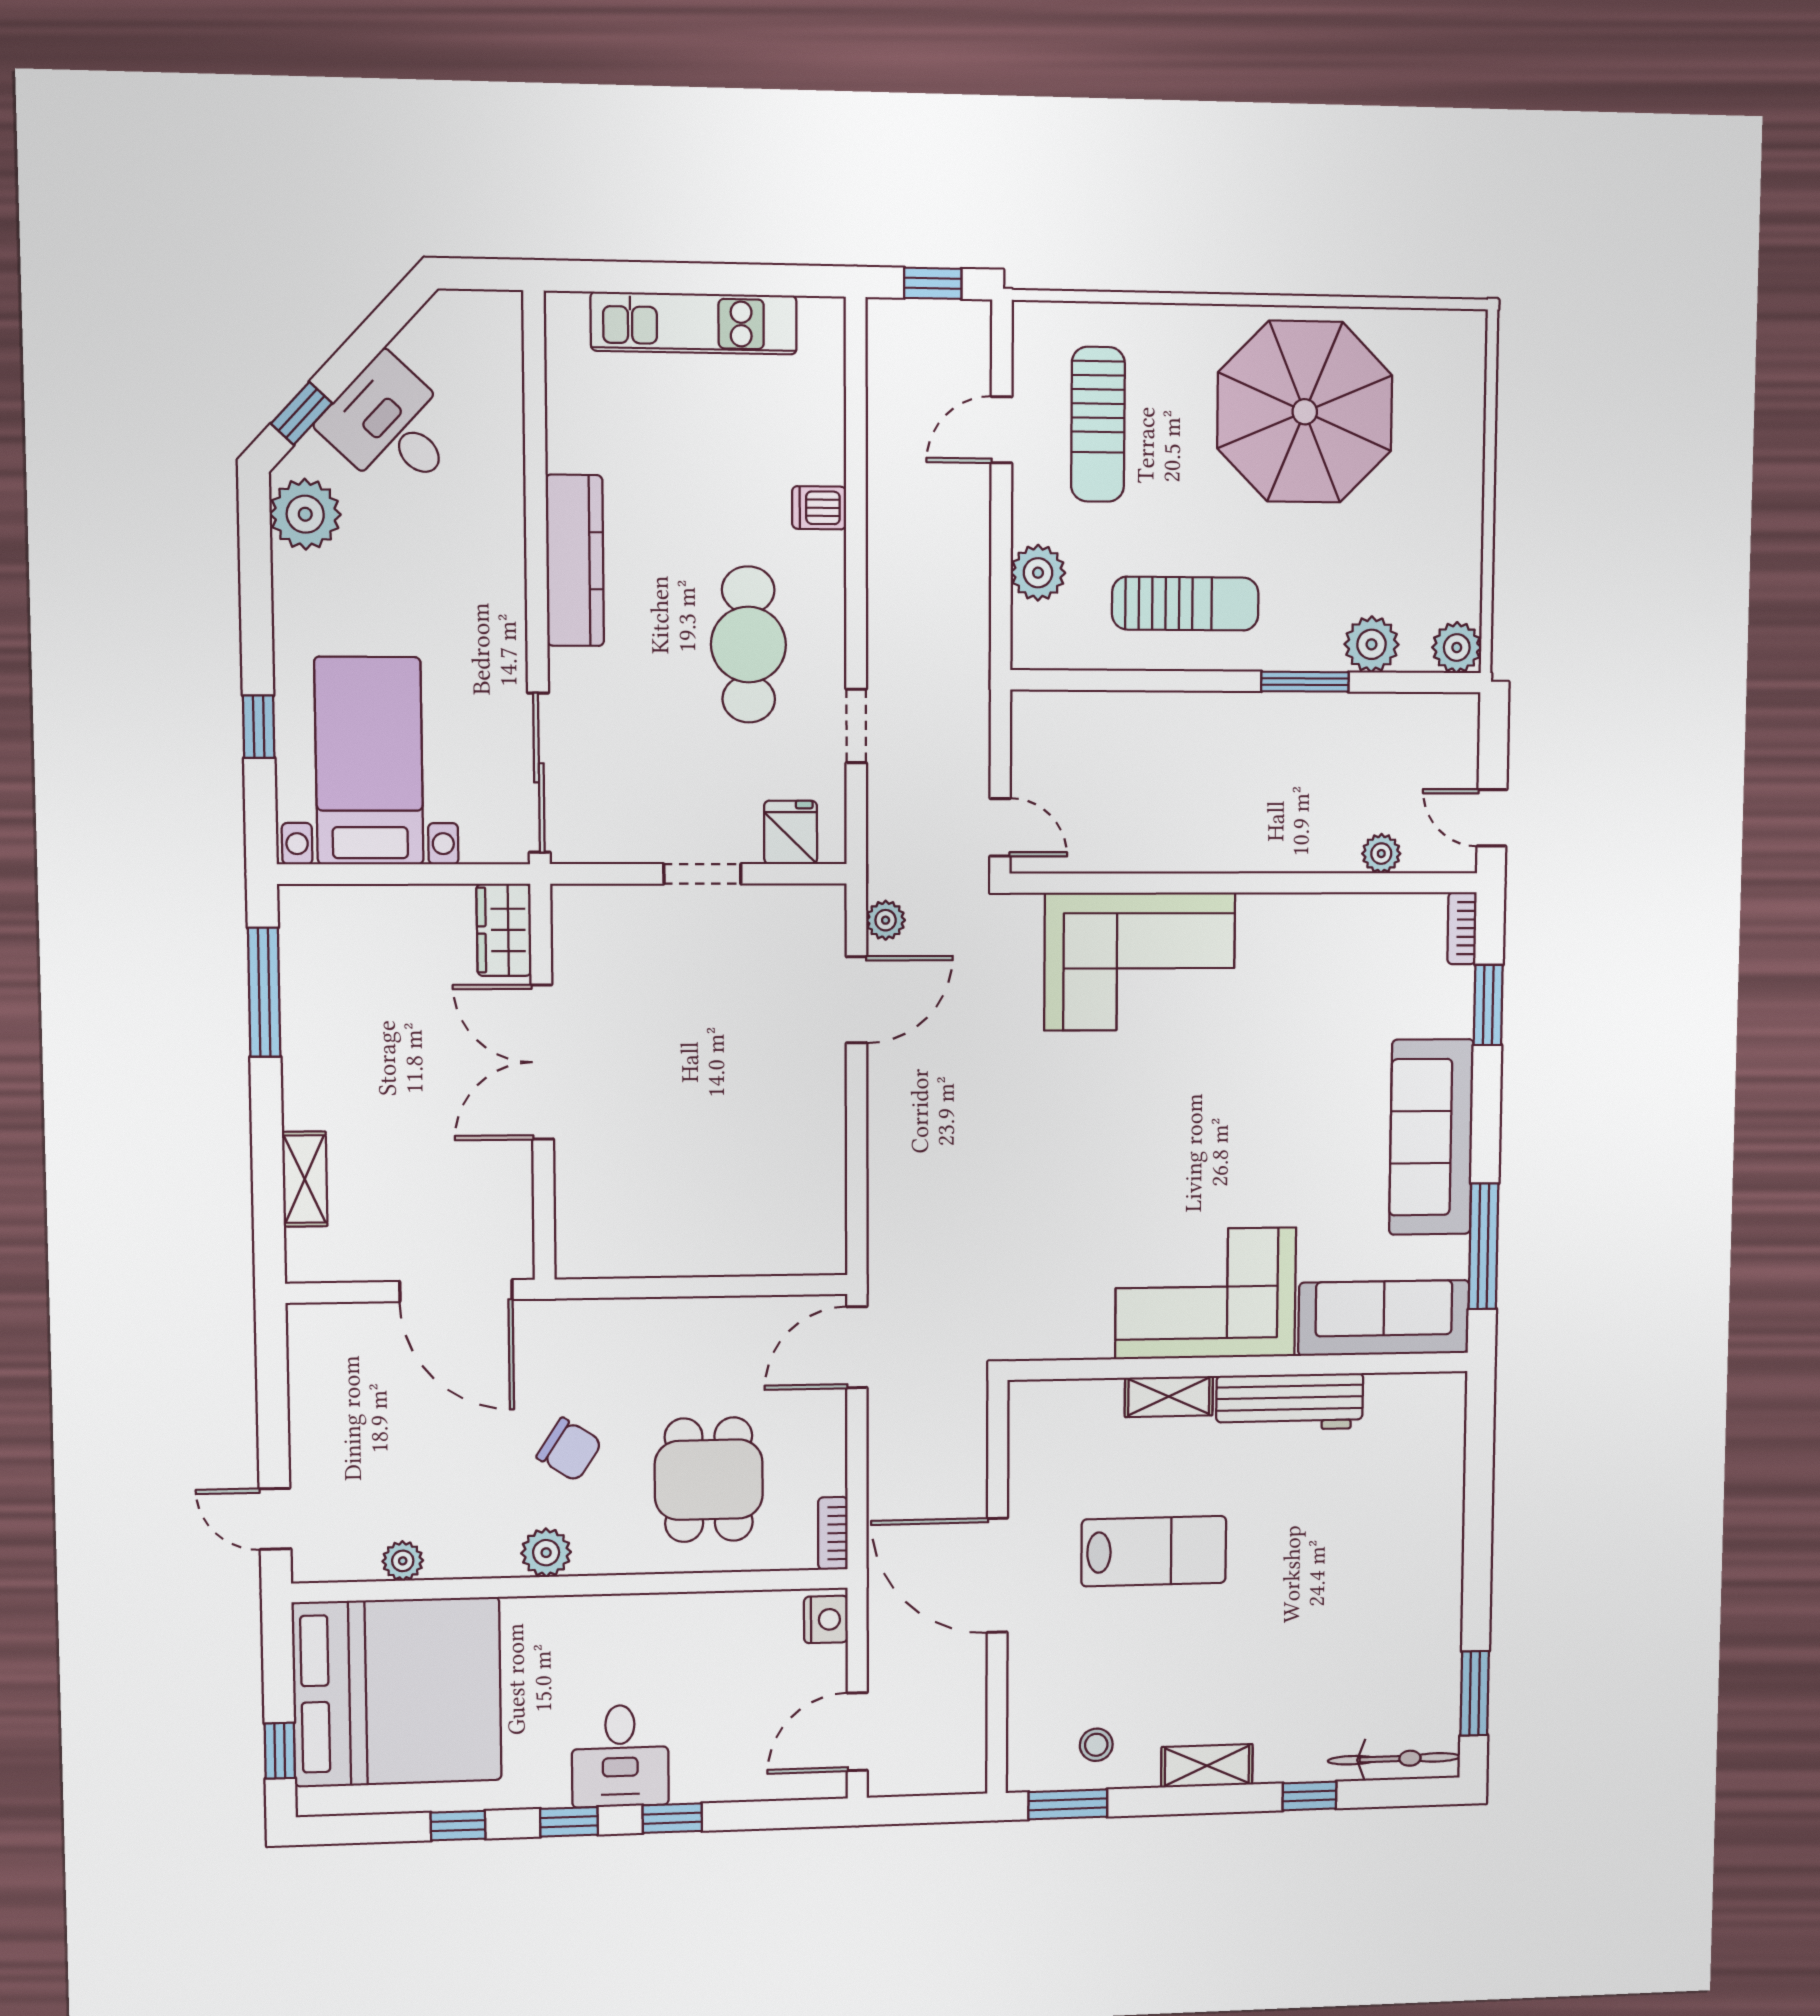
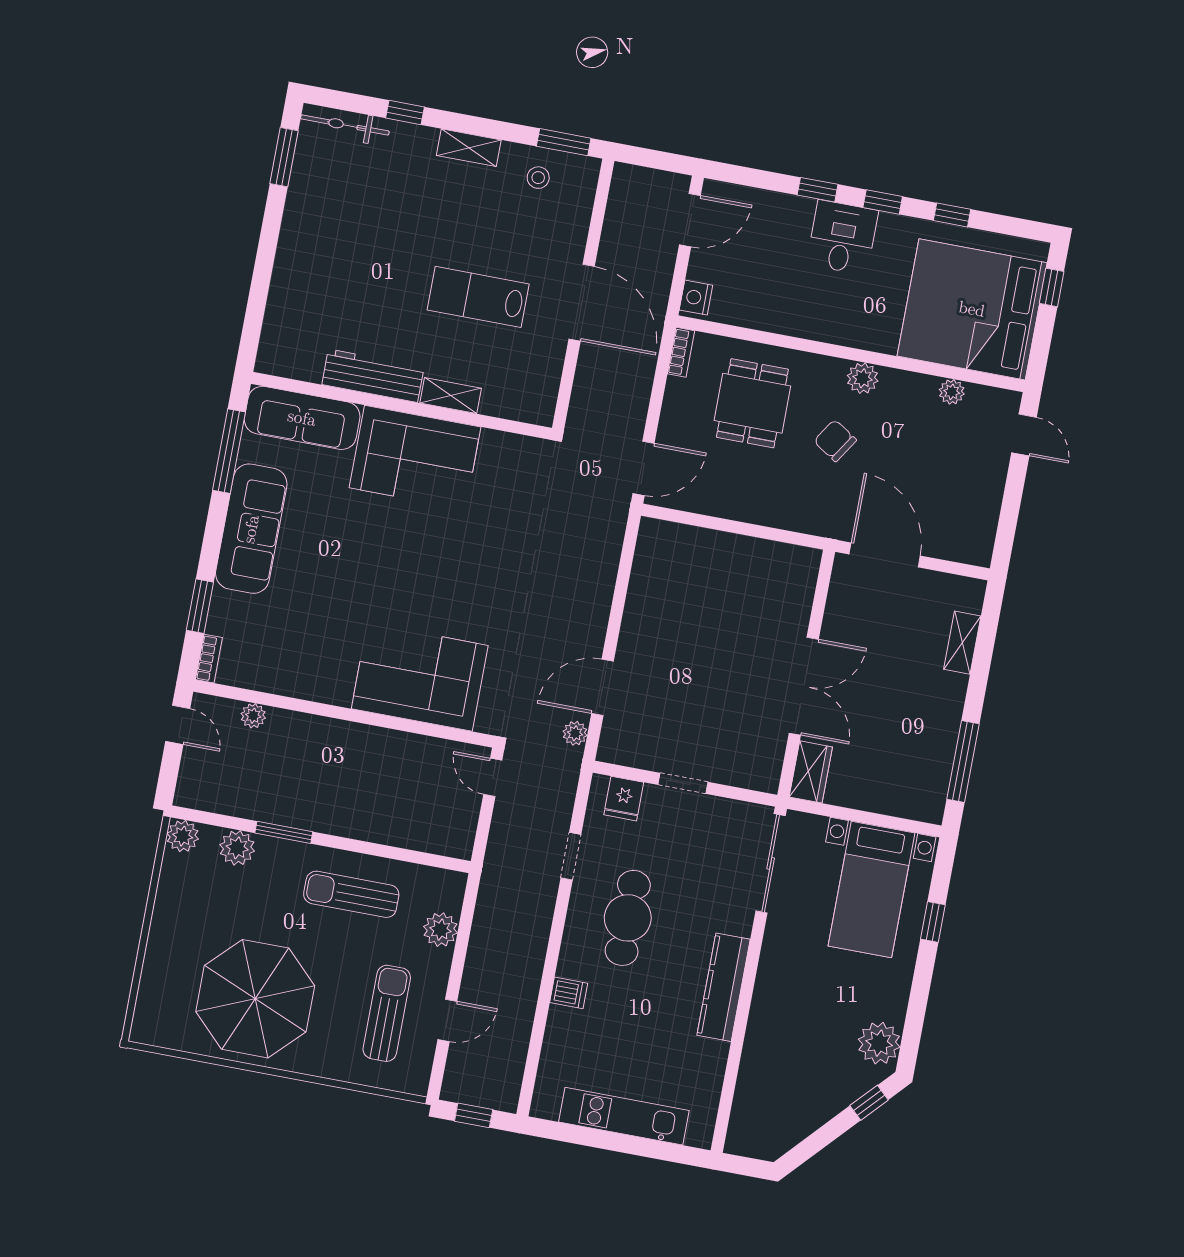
desk: (392, 427) -> (817, 1086), removed

